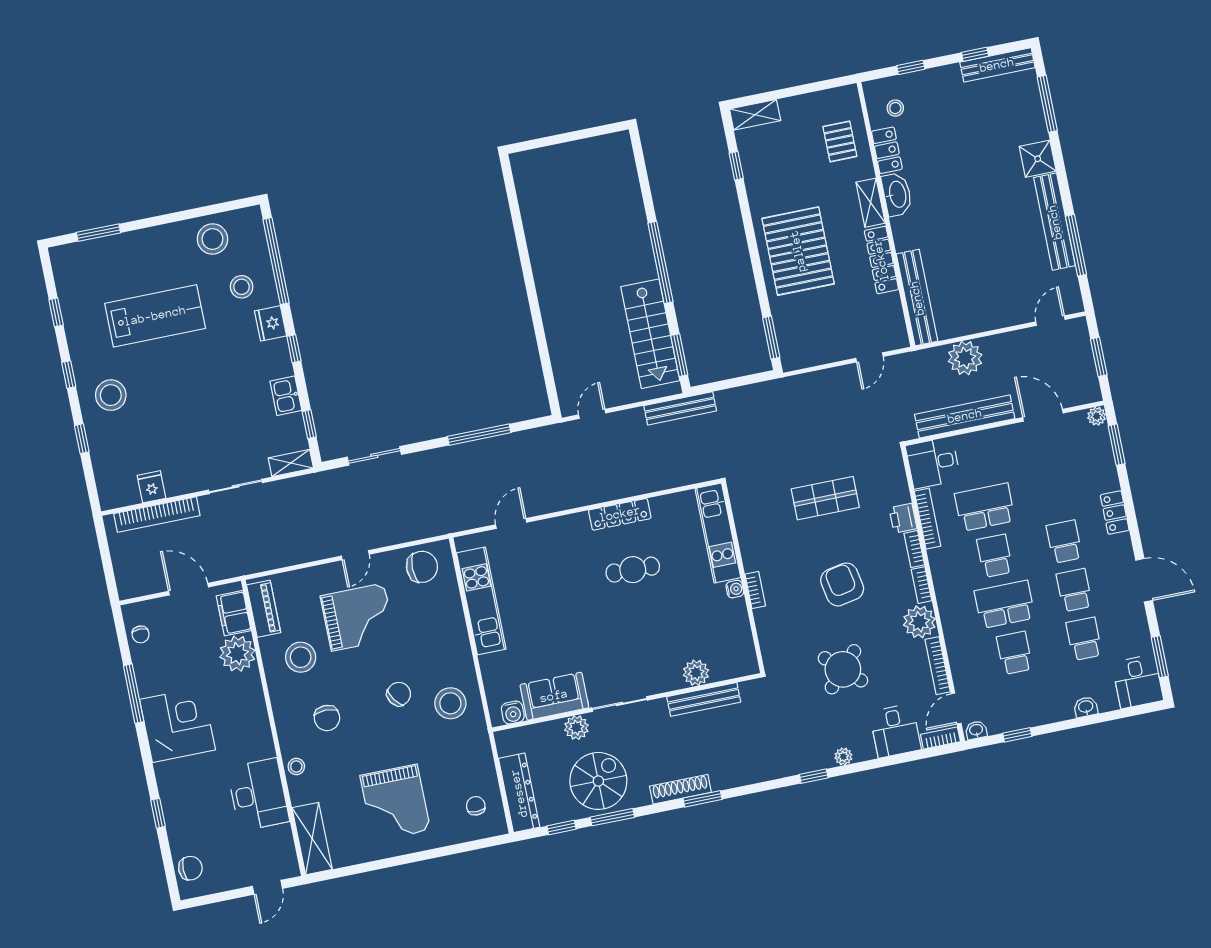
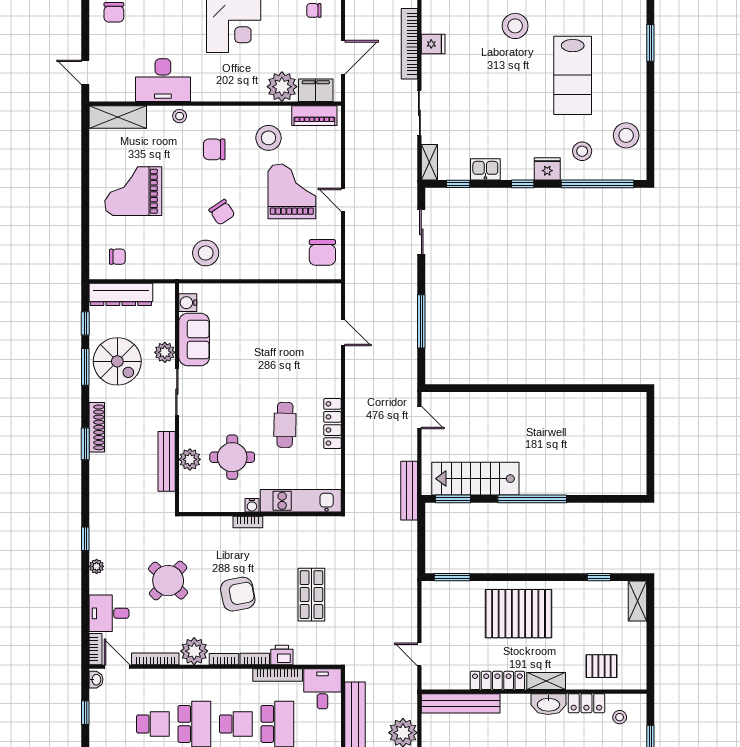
kitchen unit: (481, 601) -> (285, 295), removed
grand piano: (358, 617) -> (292, 191), turned 180
round table: (683, 624) -> (232, 457), added

